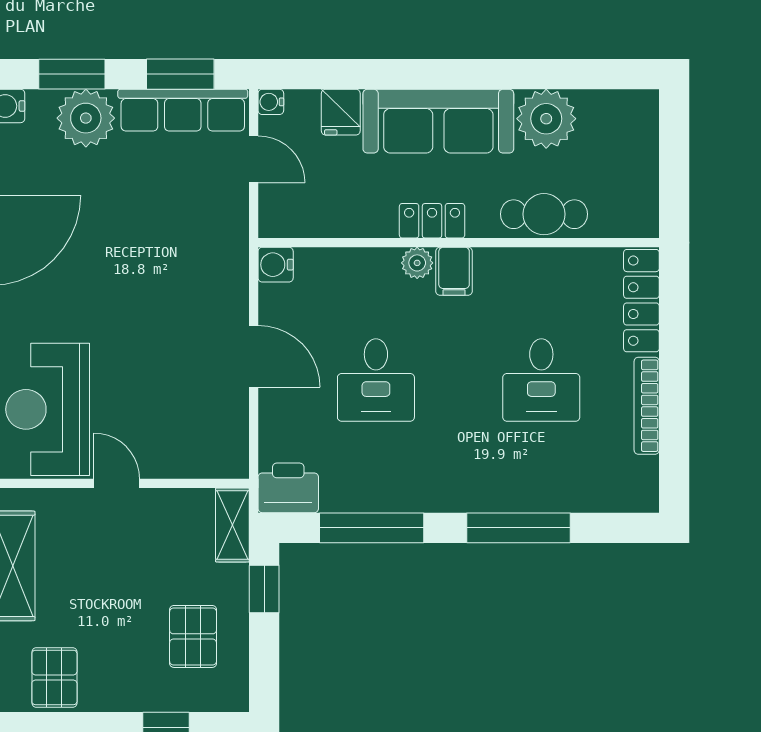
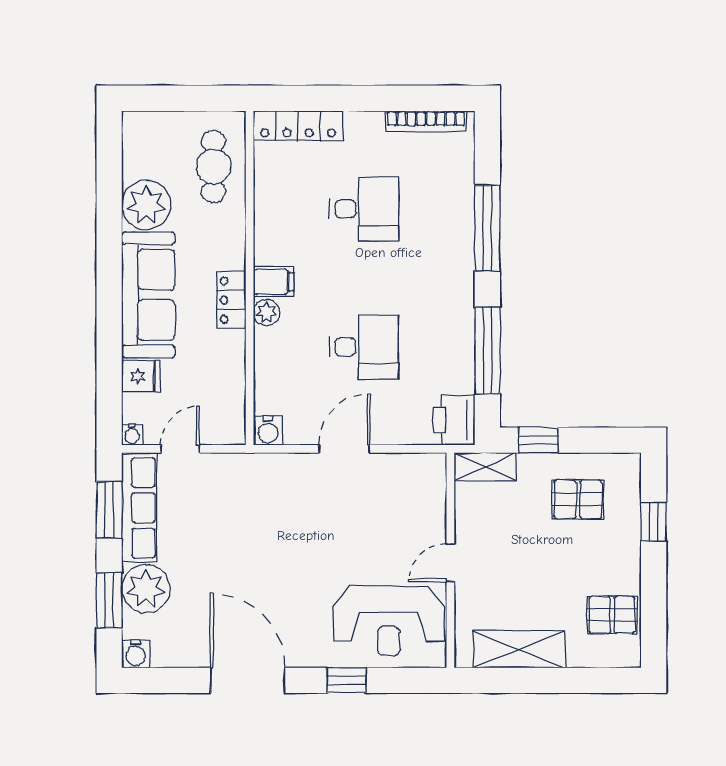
cafe table: (544, 214) -> (213, 167), moved
bookcase: (647, 406) -> (426, 121), moved

